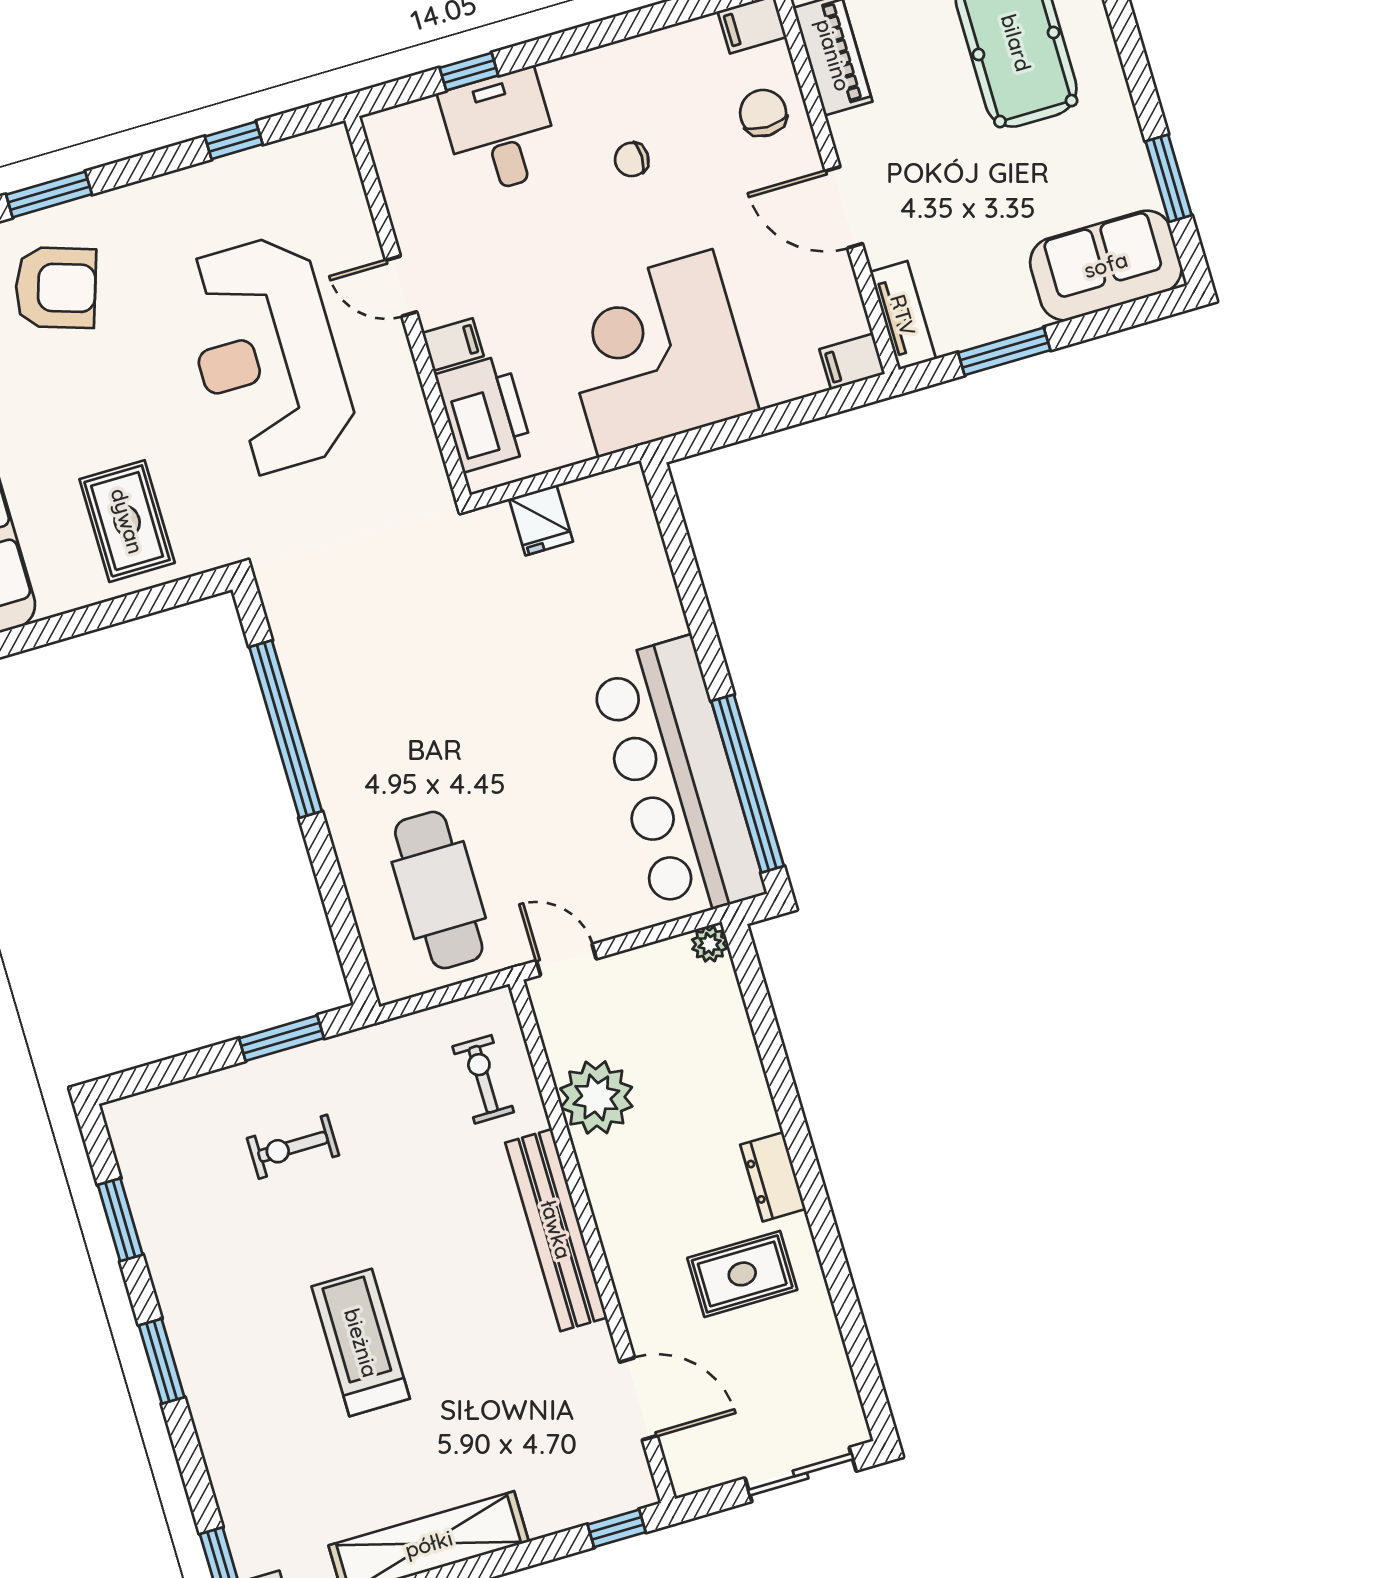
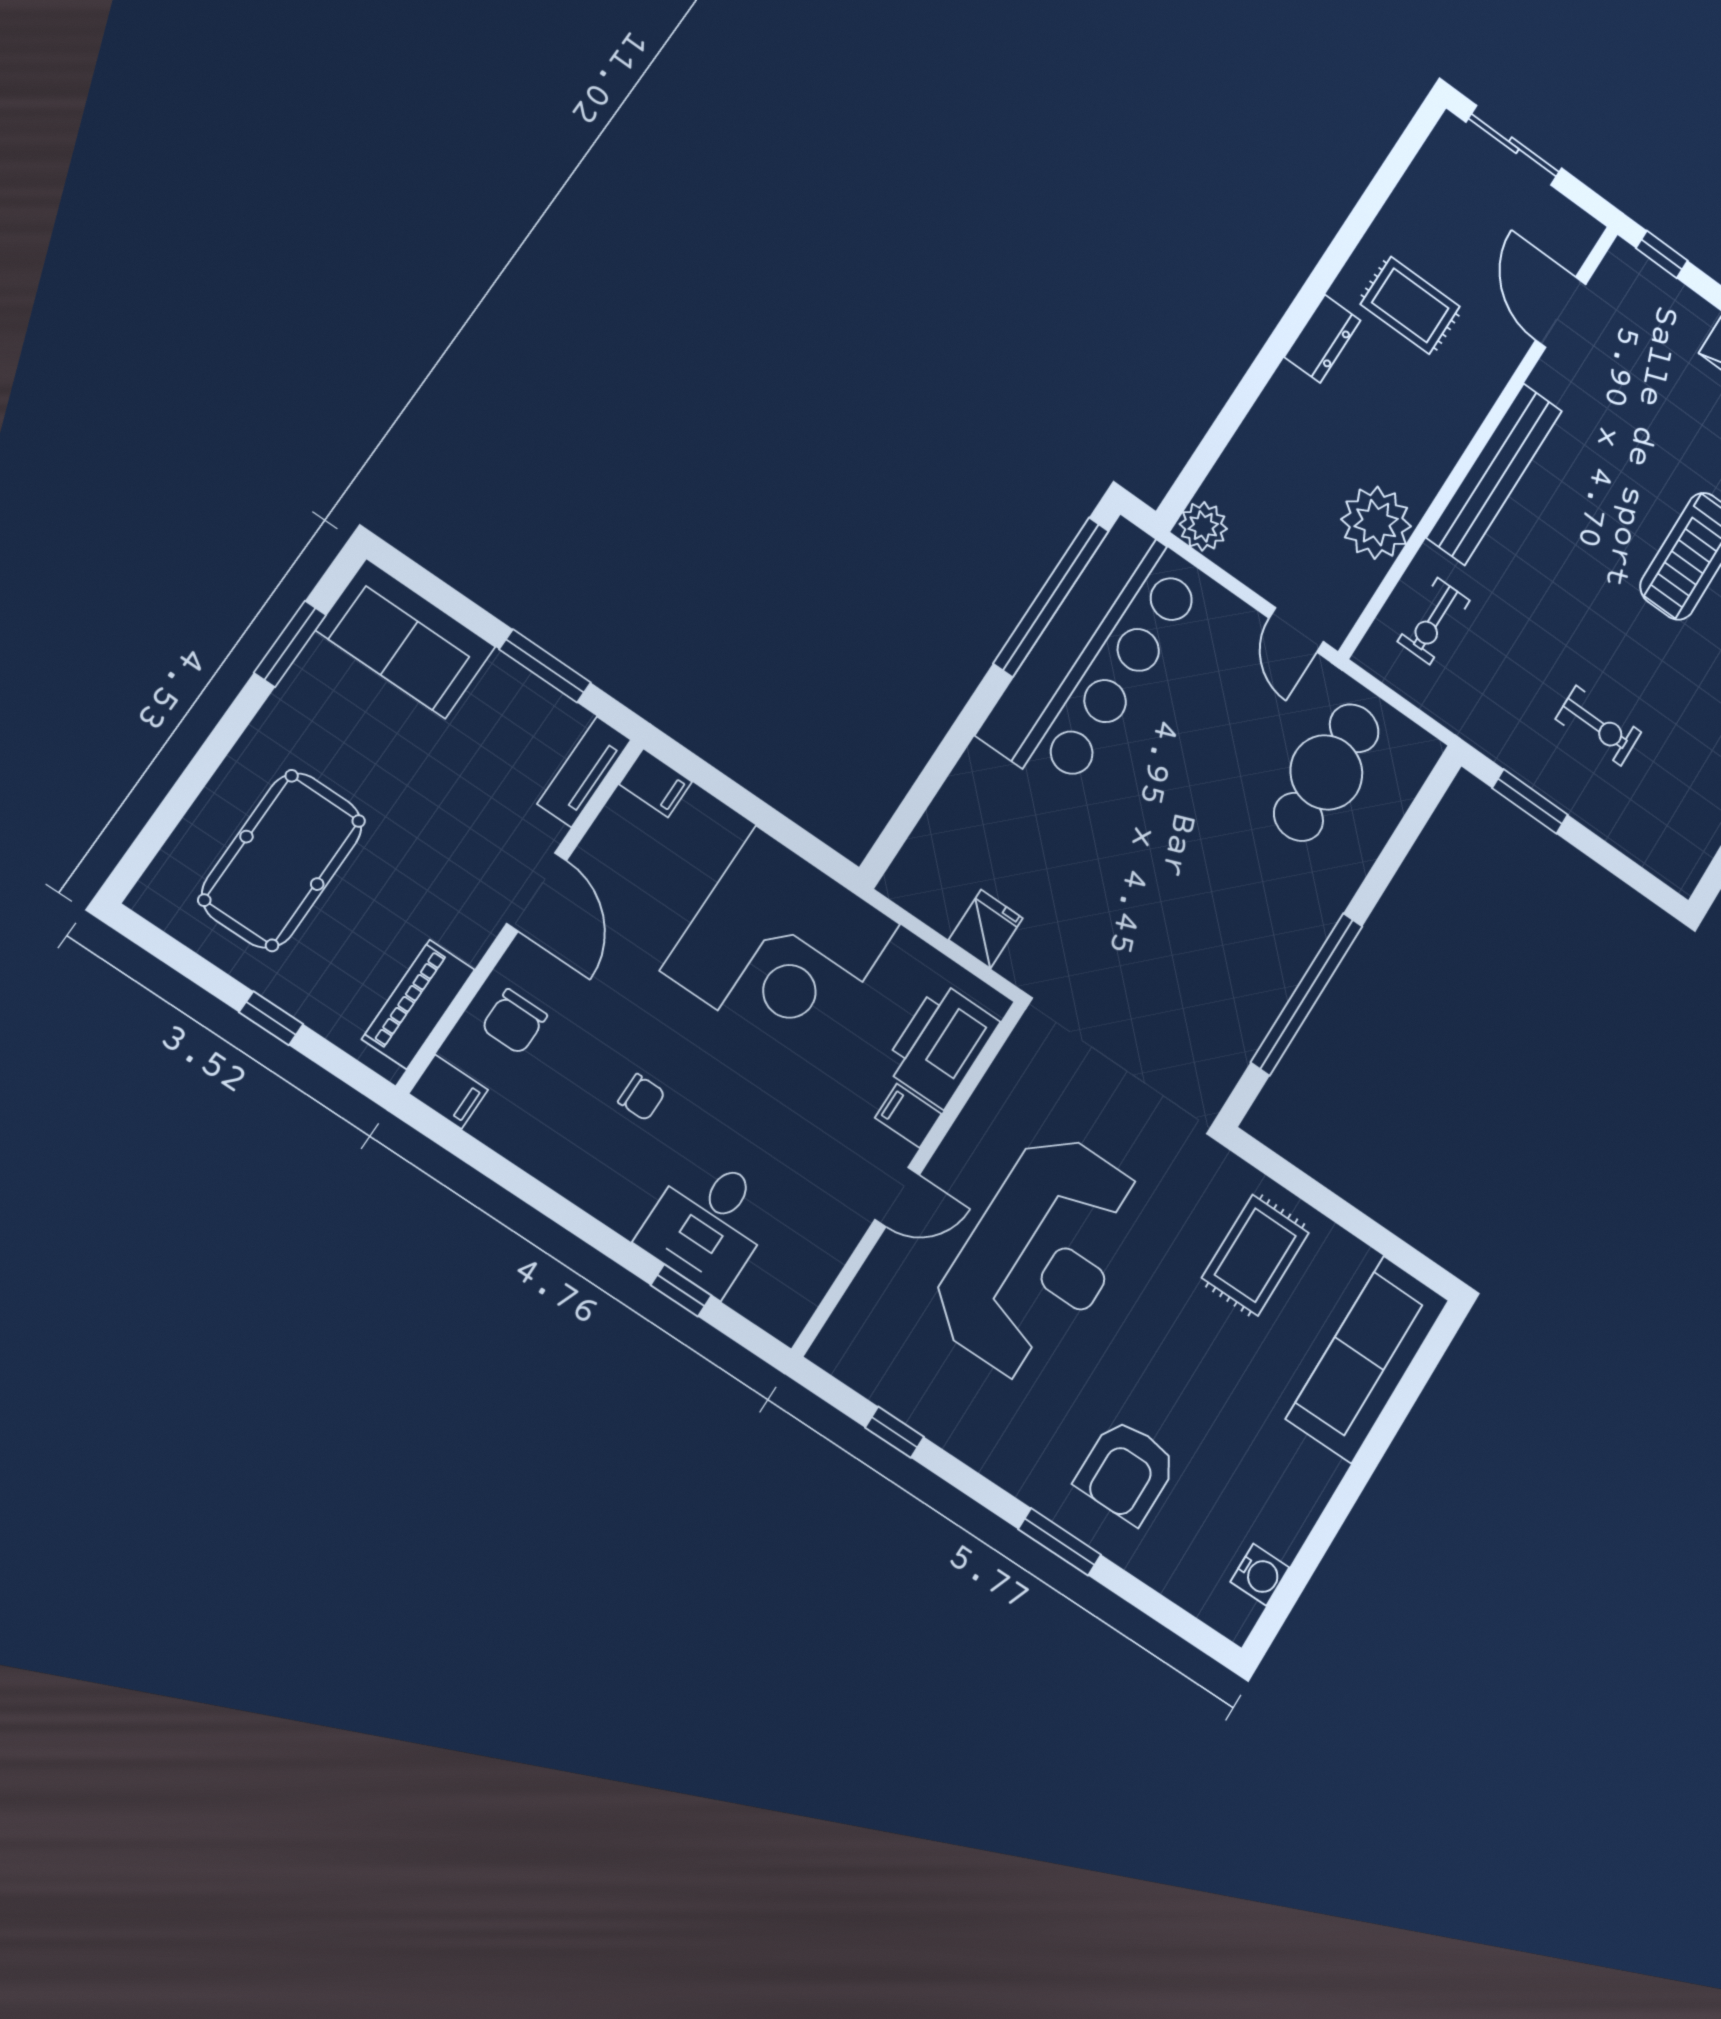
door: (401, 286) -> (897, 1197), hinge flipped
armchair: (56, 288) -> (1126, 1471), turned -108
plant: (710, 944) -> (1203, 526), width x1.38, depth x1.38

